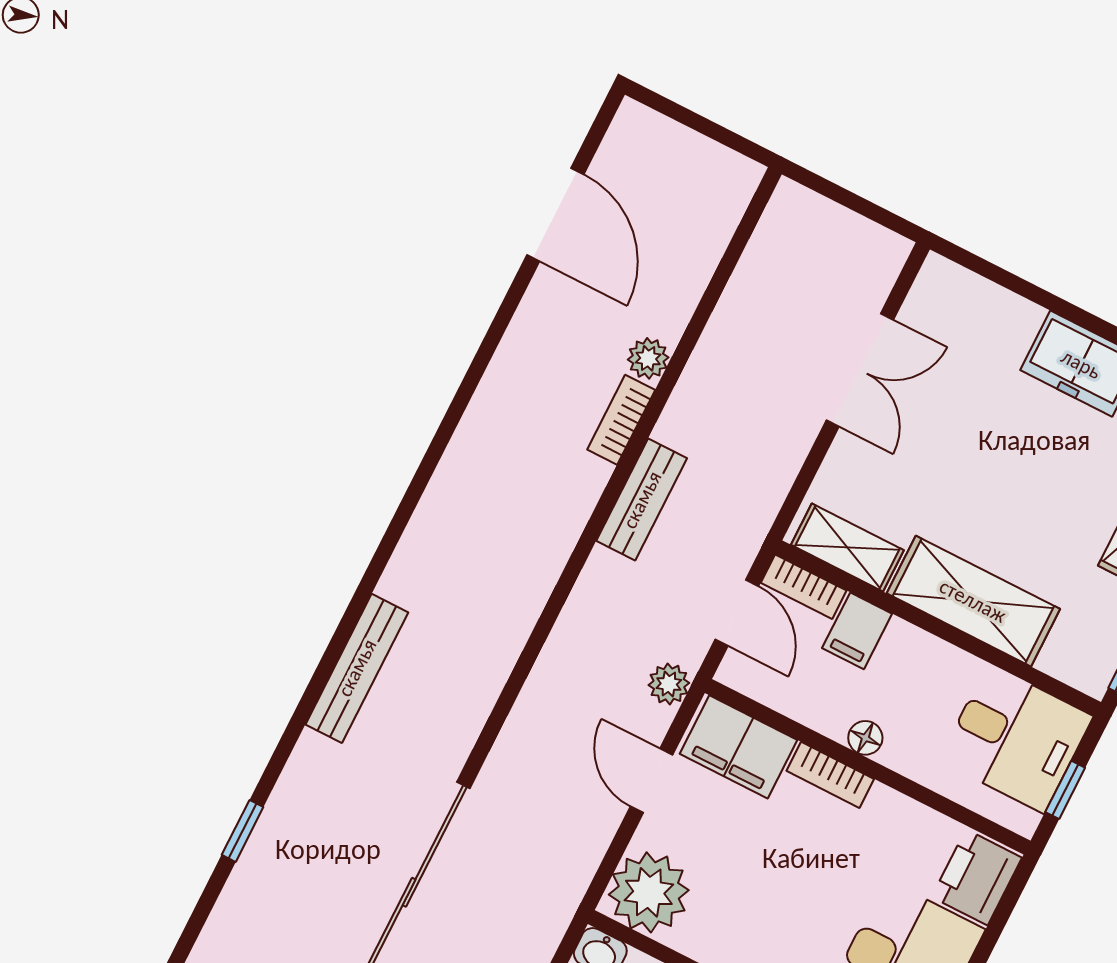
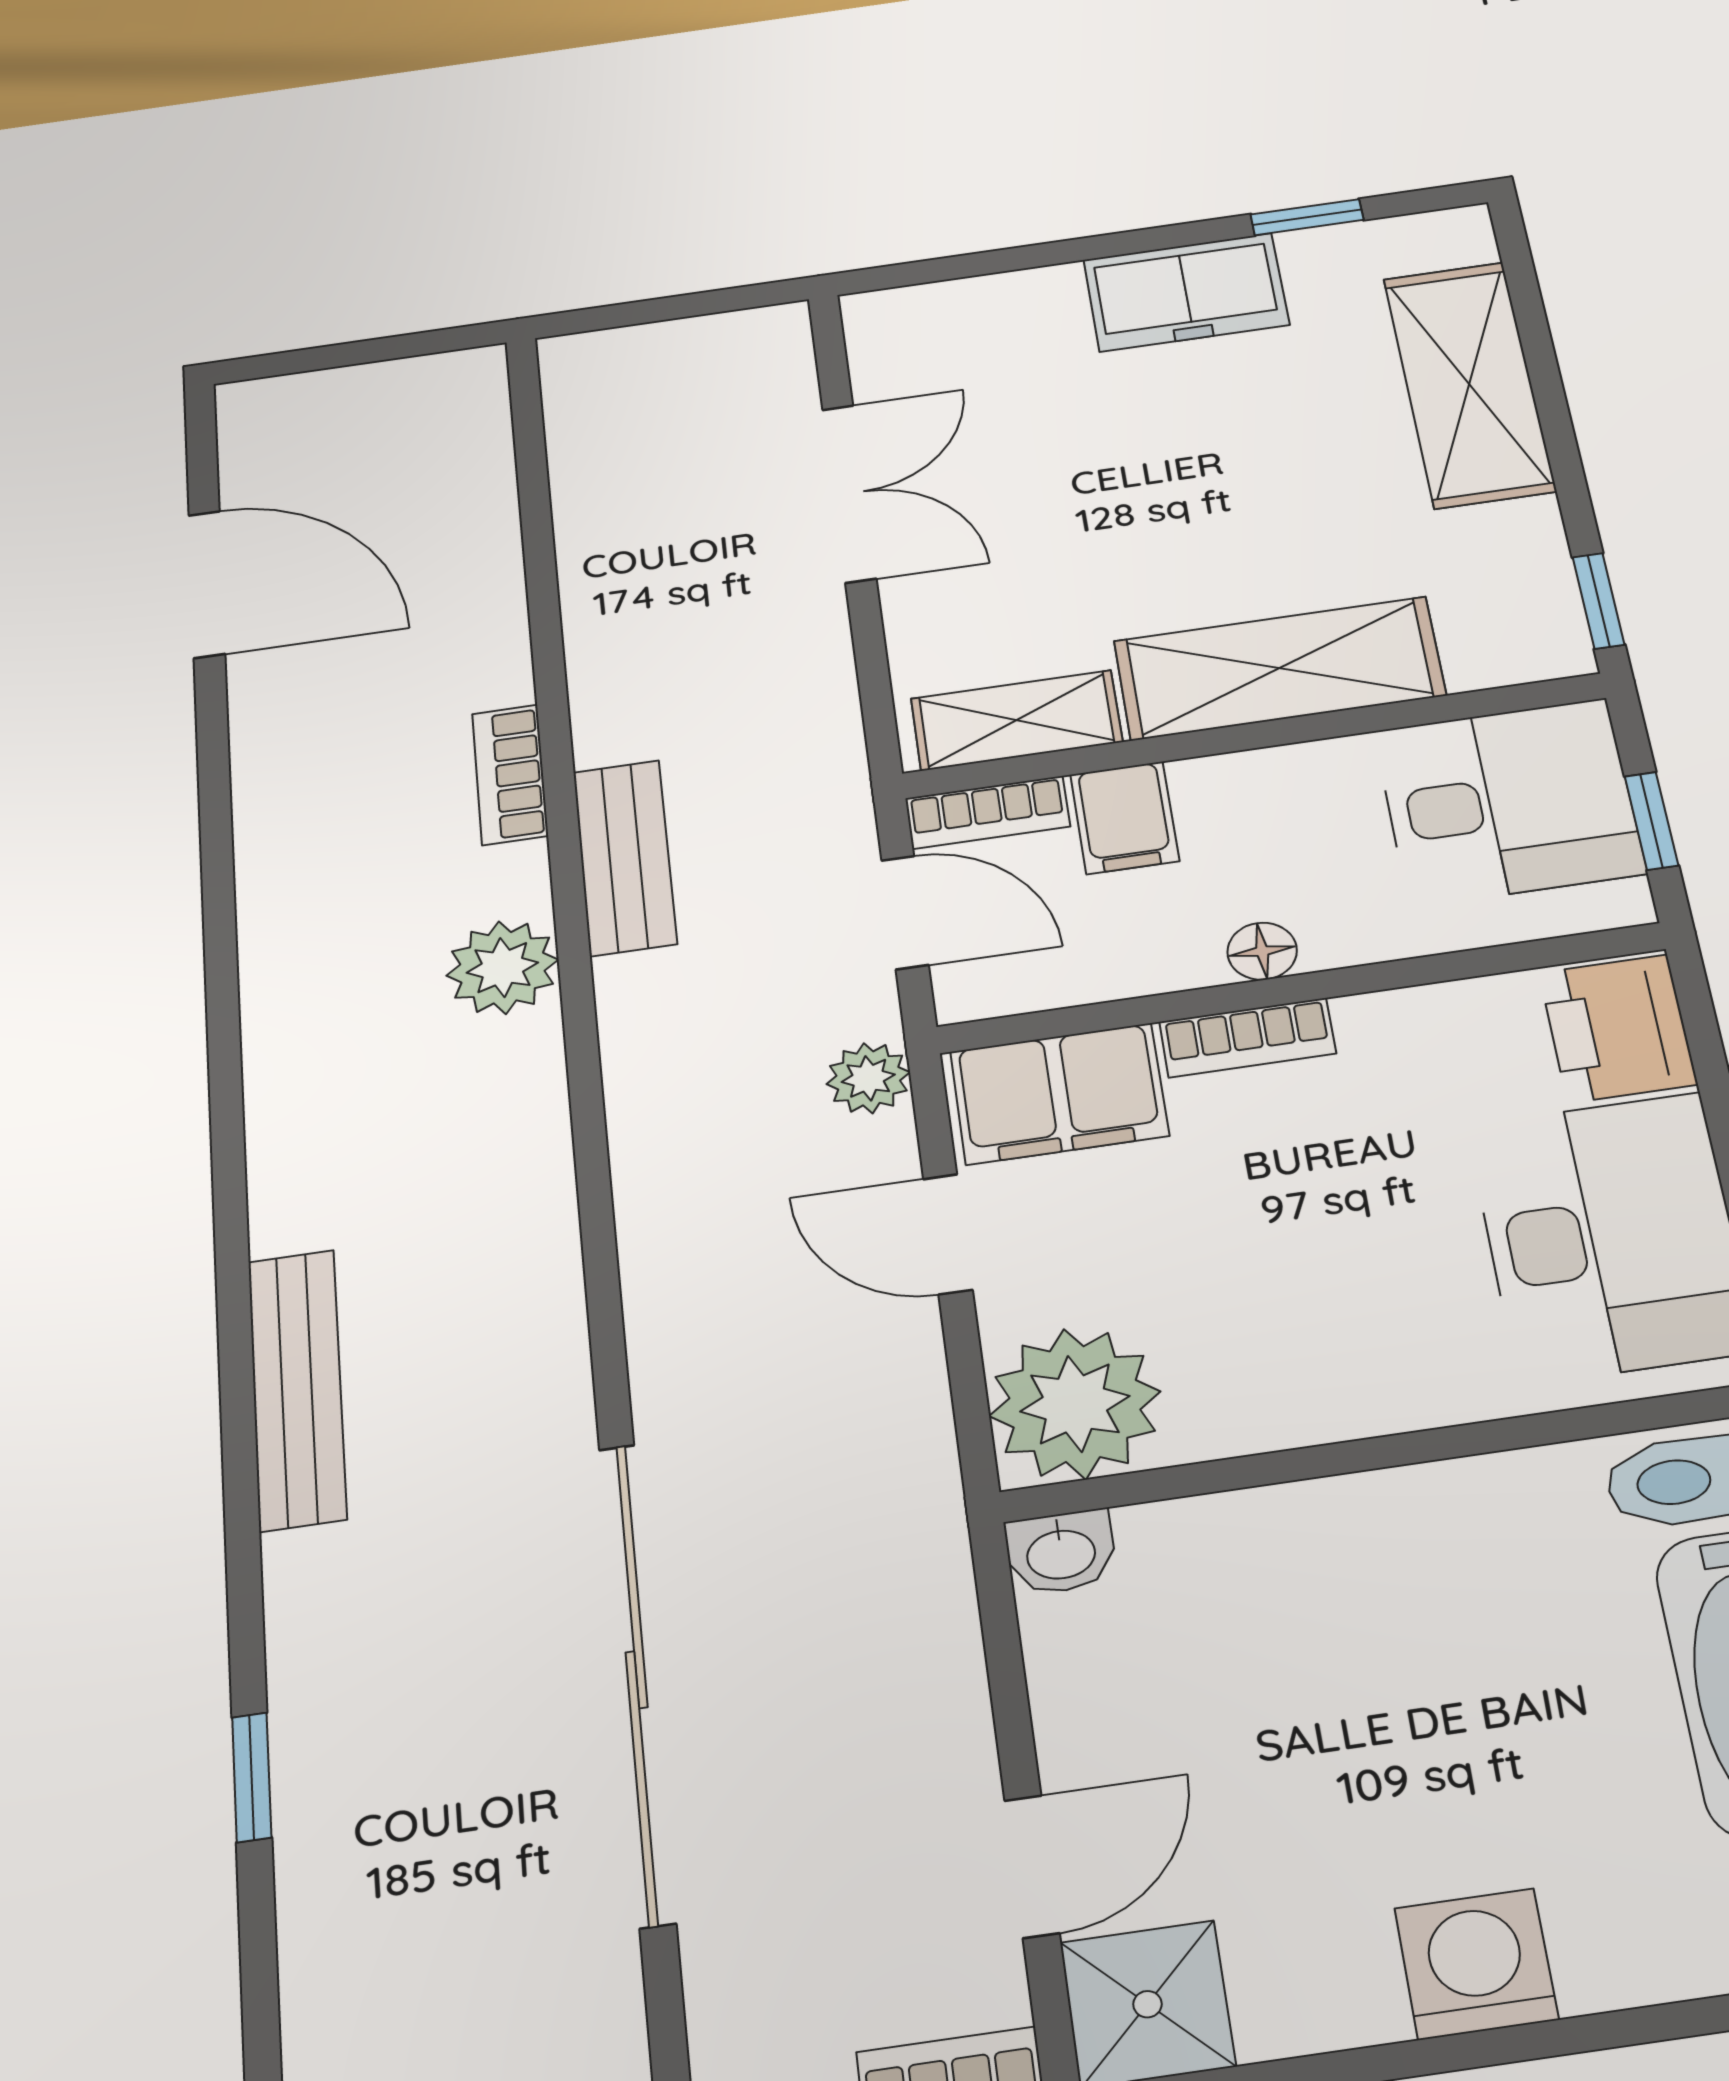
plant: (648, 358) -> (502, 968), moved, width x1.38, depth x1.38

